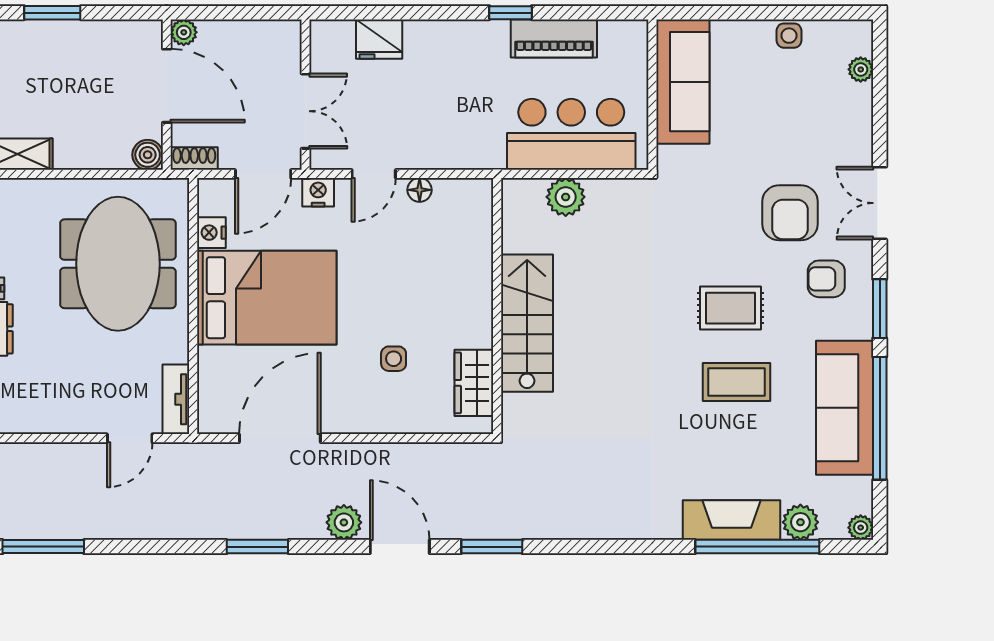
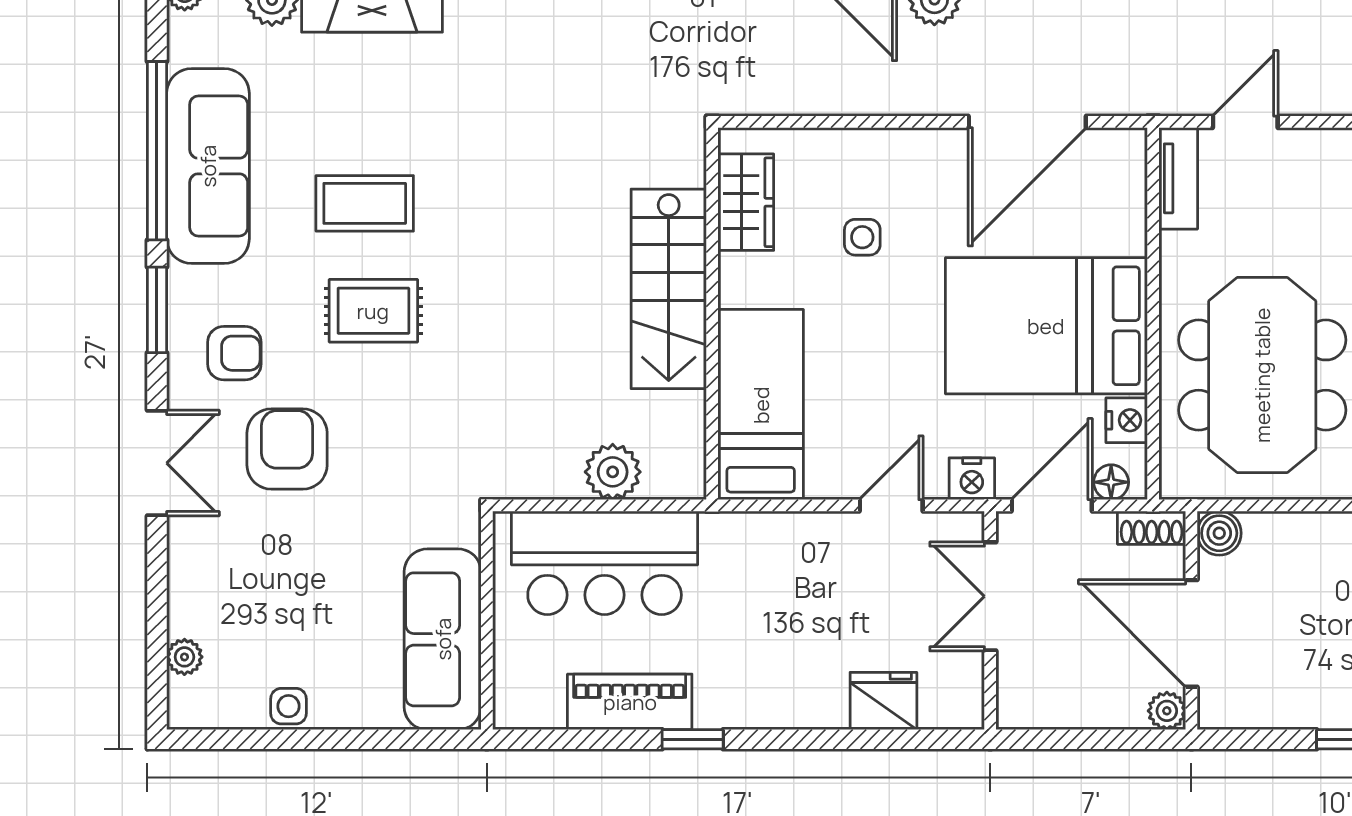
floor lamp: (420, 190) -> (1111, 482), moved
bed: (464, 243) -> (761, 405), added

